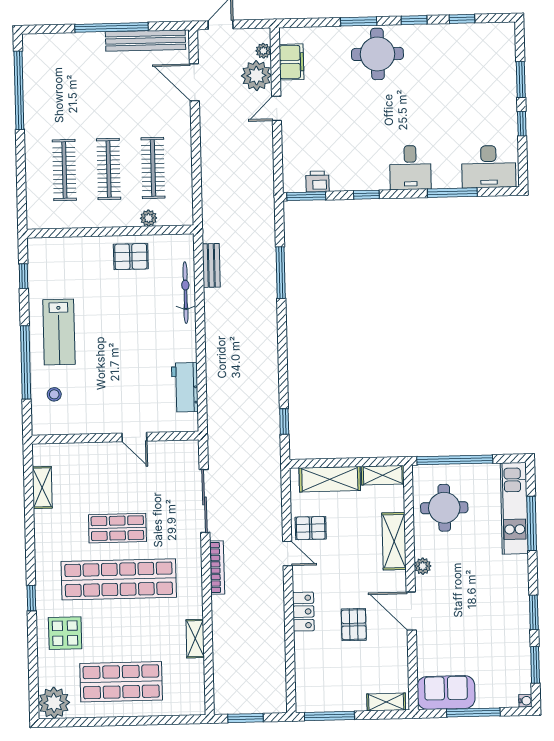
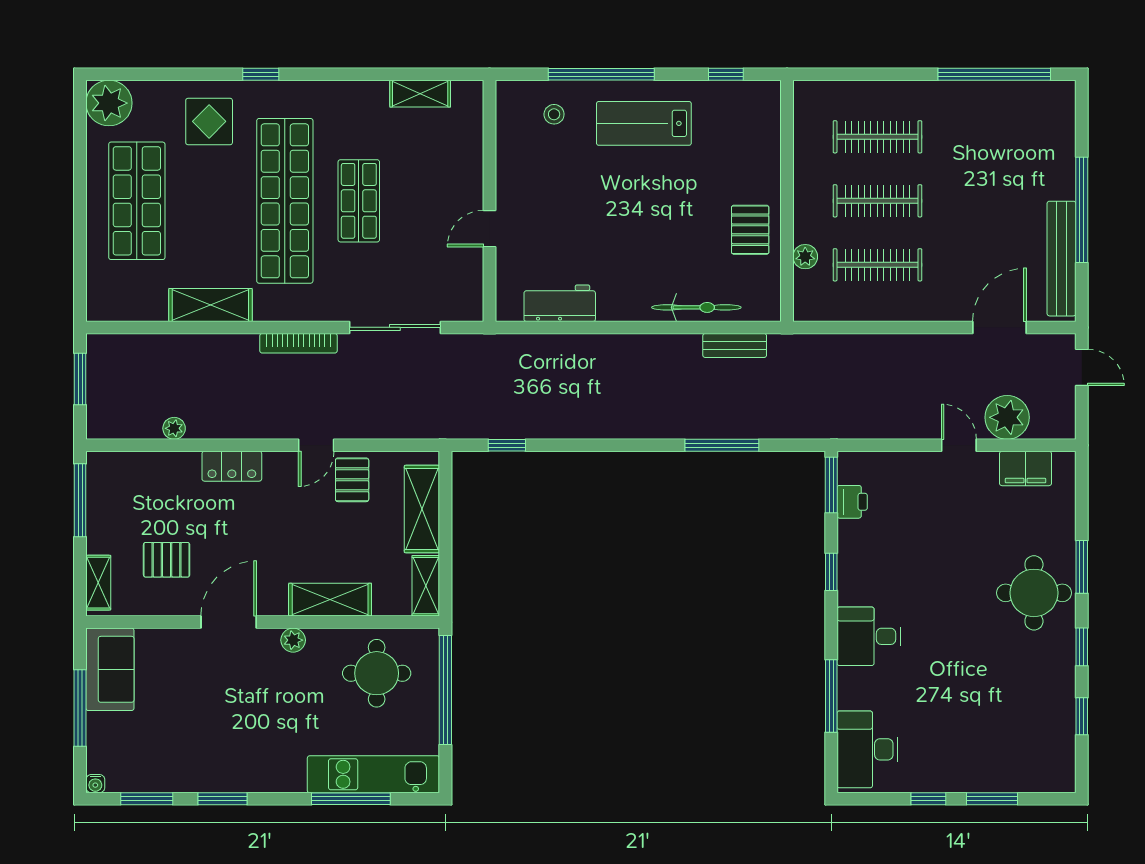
plant: (263, 51) -> (174, 428), moved
pallet: (354, 625) -> (167, 560), moved
shelving: (195, 639) -> (210, 305), width x1.50, depth x1.33

